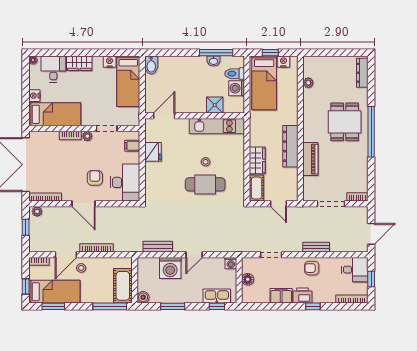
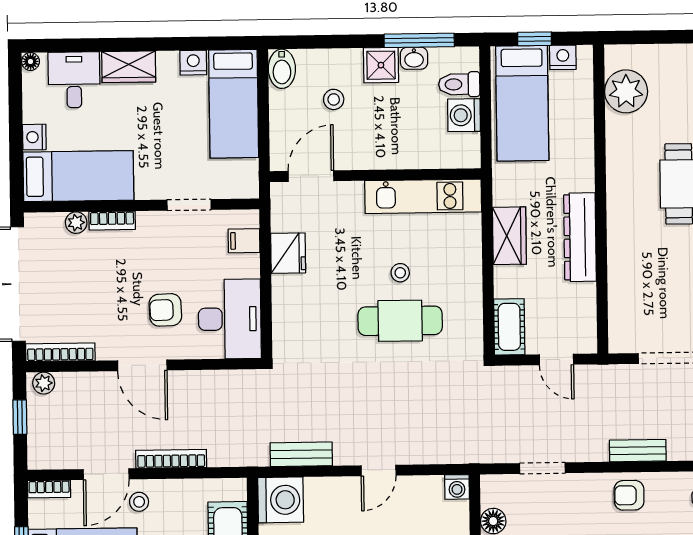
stool: (175, 80) -> (334, 99), added
plant: (308, 83) -> (626, 91), width x1.87, depth x1.87
shower: (215, 105) -> (381, 65), moved
plant: (87, 136) -> (76, 223), moved
piano: (310, 159) -> (623, 264), removed
wardrobe: (257, 160) -> (509, 236), moved
armchair: (95, 178) -> (165, 310), turned -92
washing machine: (170, 268) -> (281, 500), moved, turned -90

